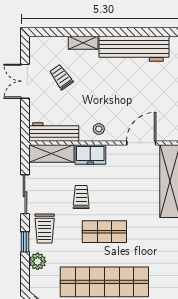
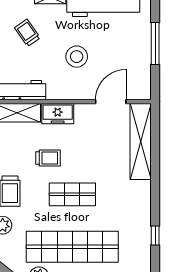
stool: (99, 129) -> (77, 57), moved, width x1.89, depth x1.89
trolley: (81, 197) -> (48, 158), turned 90

